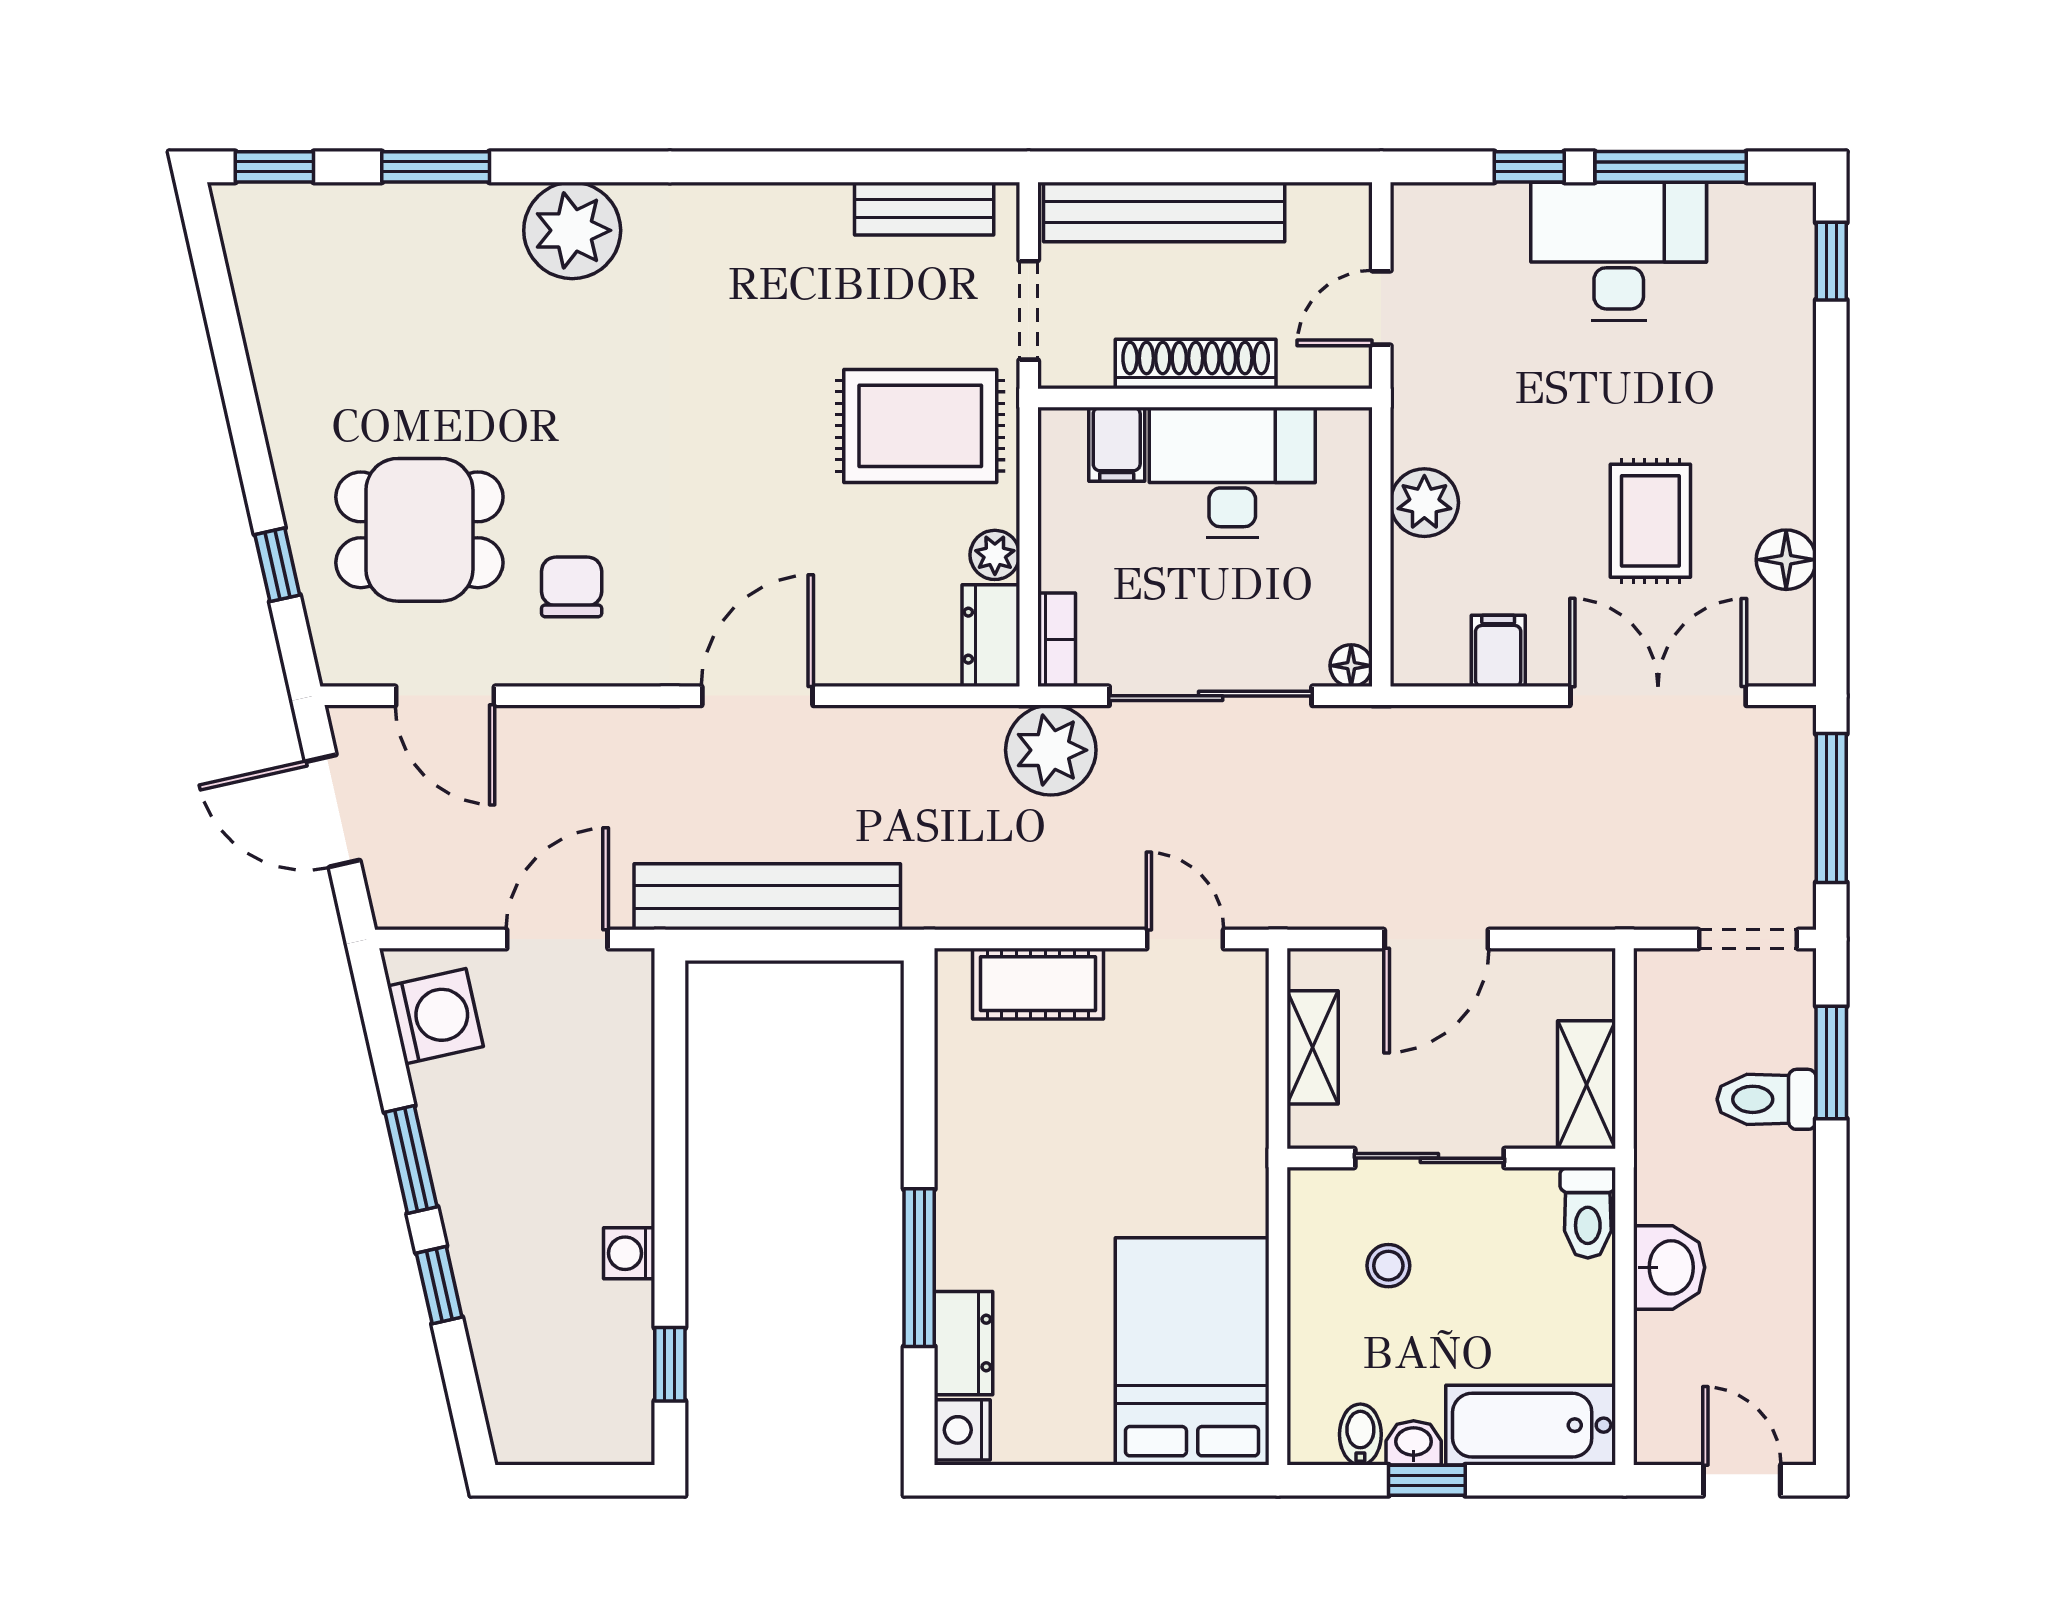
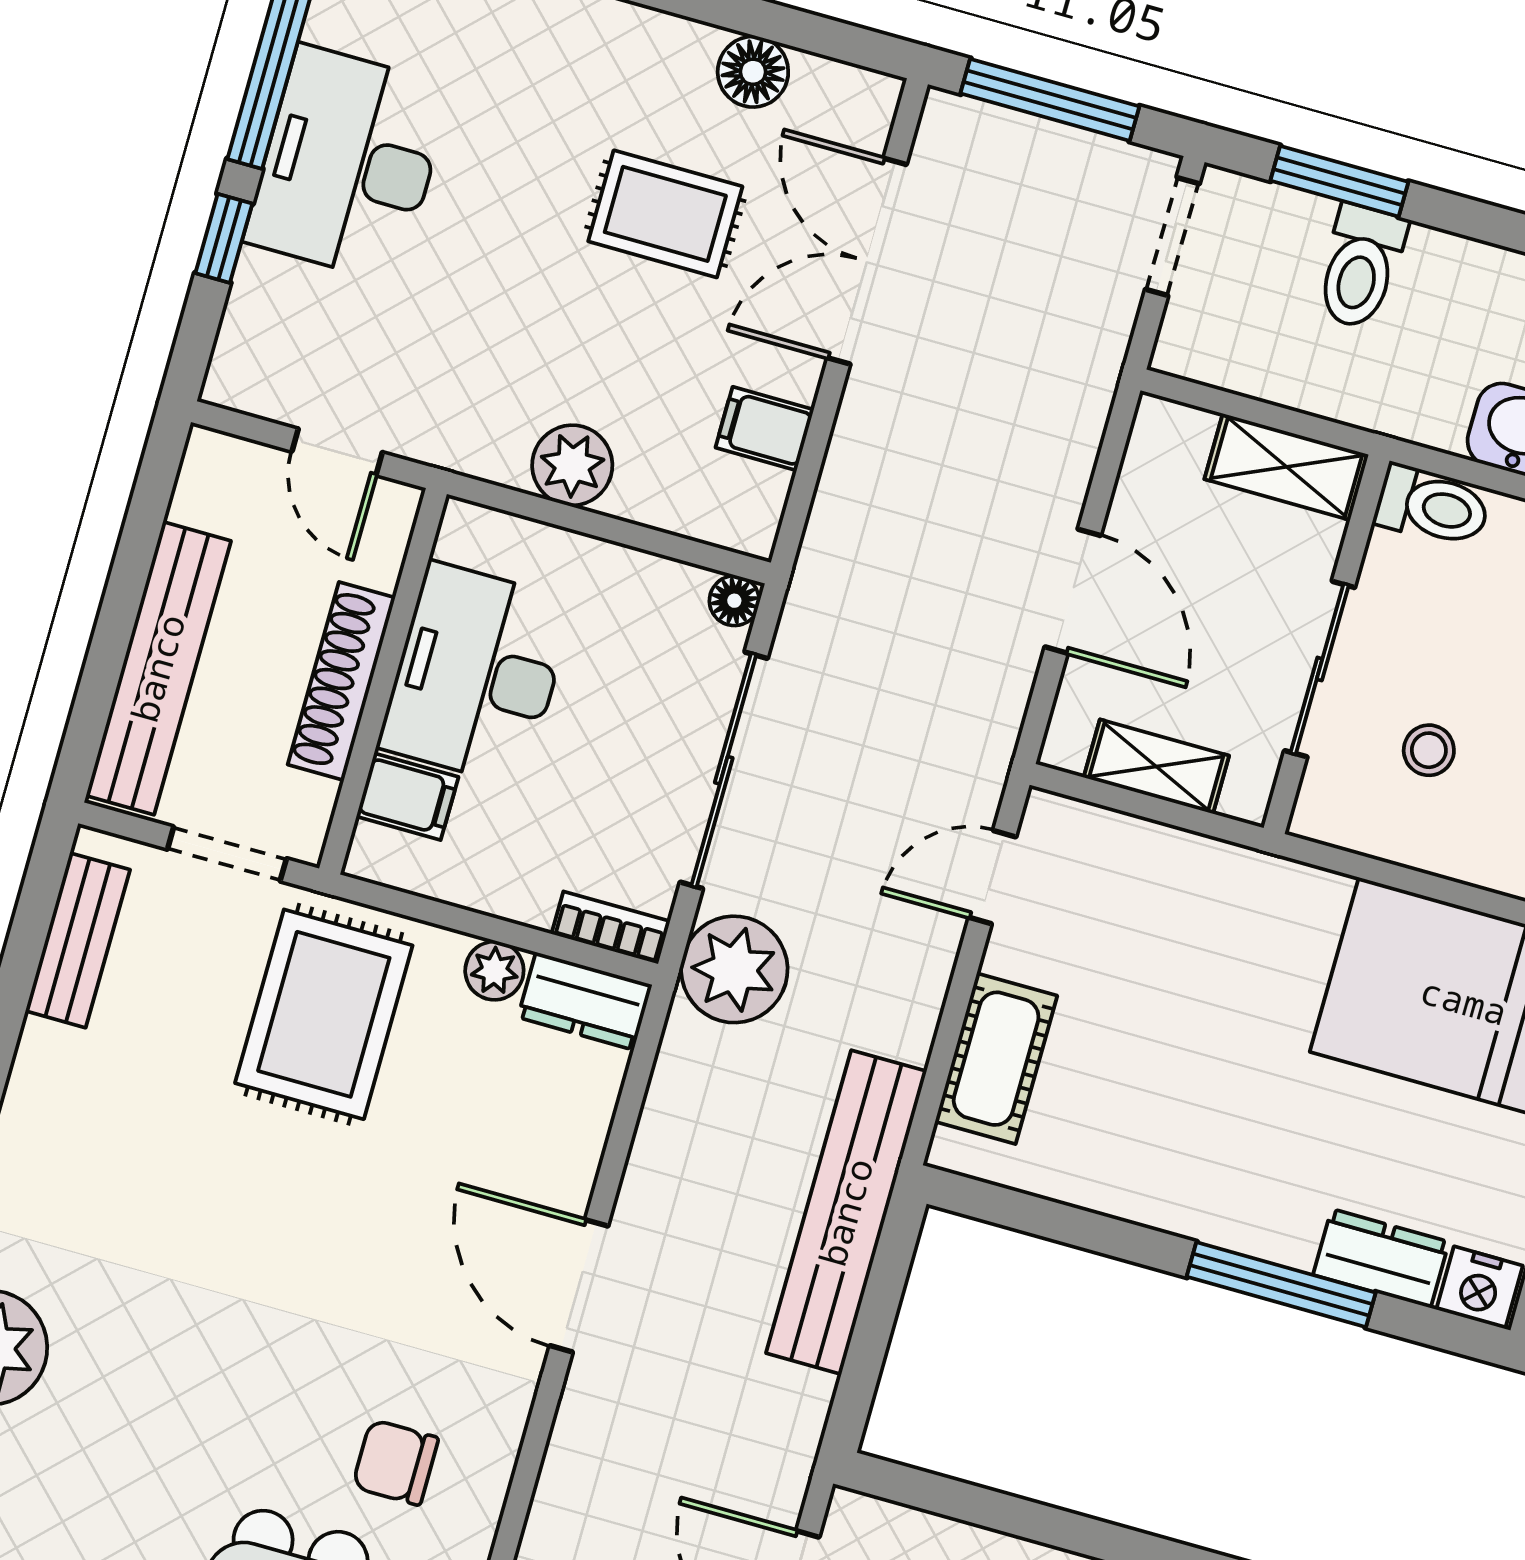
bench: (767, 897) -> (846, 1212), moved

